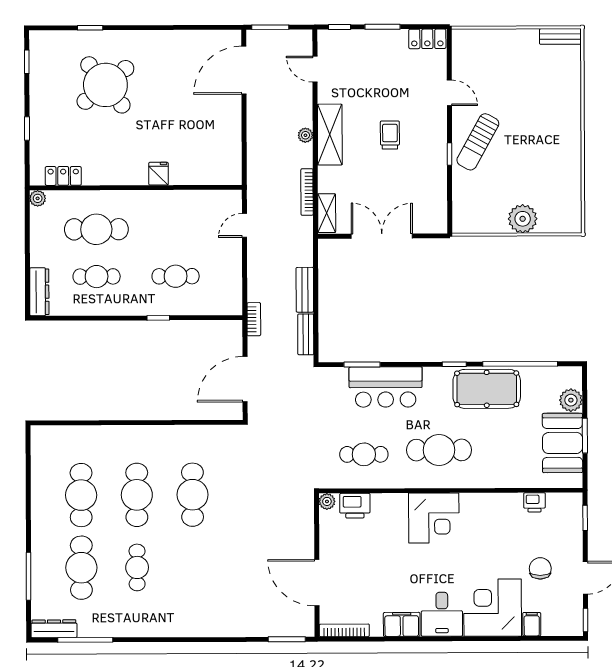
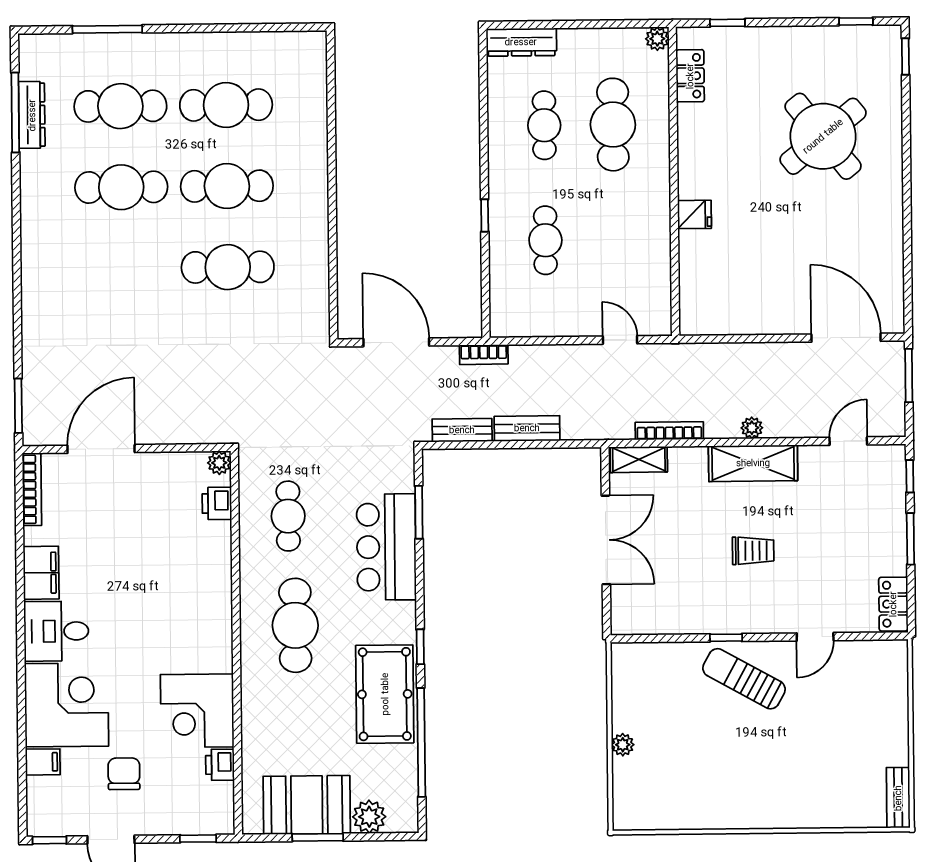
window: (90, 28) -> (905, 56), moved
window: (27, 129) -> (727, 23), moved
plant: (523, 219) -> (623, 745), width x0.53, depth x0.53
printer: (355, 506) -> (217, 503), width x0.73, depth x0.81
corner desk: (434, 518) -> (197, 711), moved
cafe table: (137, 567) -> (121, 187), width x1.37, depth x1.35
chair: (540, 568) -> (124, 774), turned -90
dresser: (54, 629) -> (32, 115), moved

